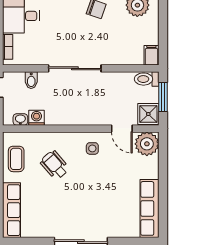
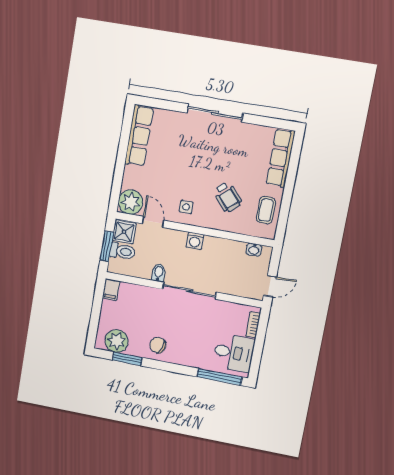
toilet: (147, 79) -> (122, 251), moved
bidet: (31, 80) -> (159, 273), moved
washing machine: (37, 118) -> (195, 241), moved

